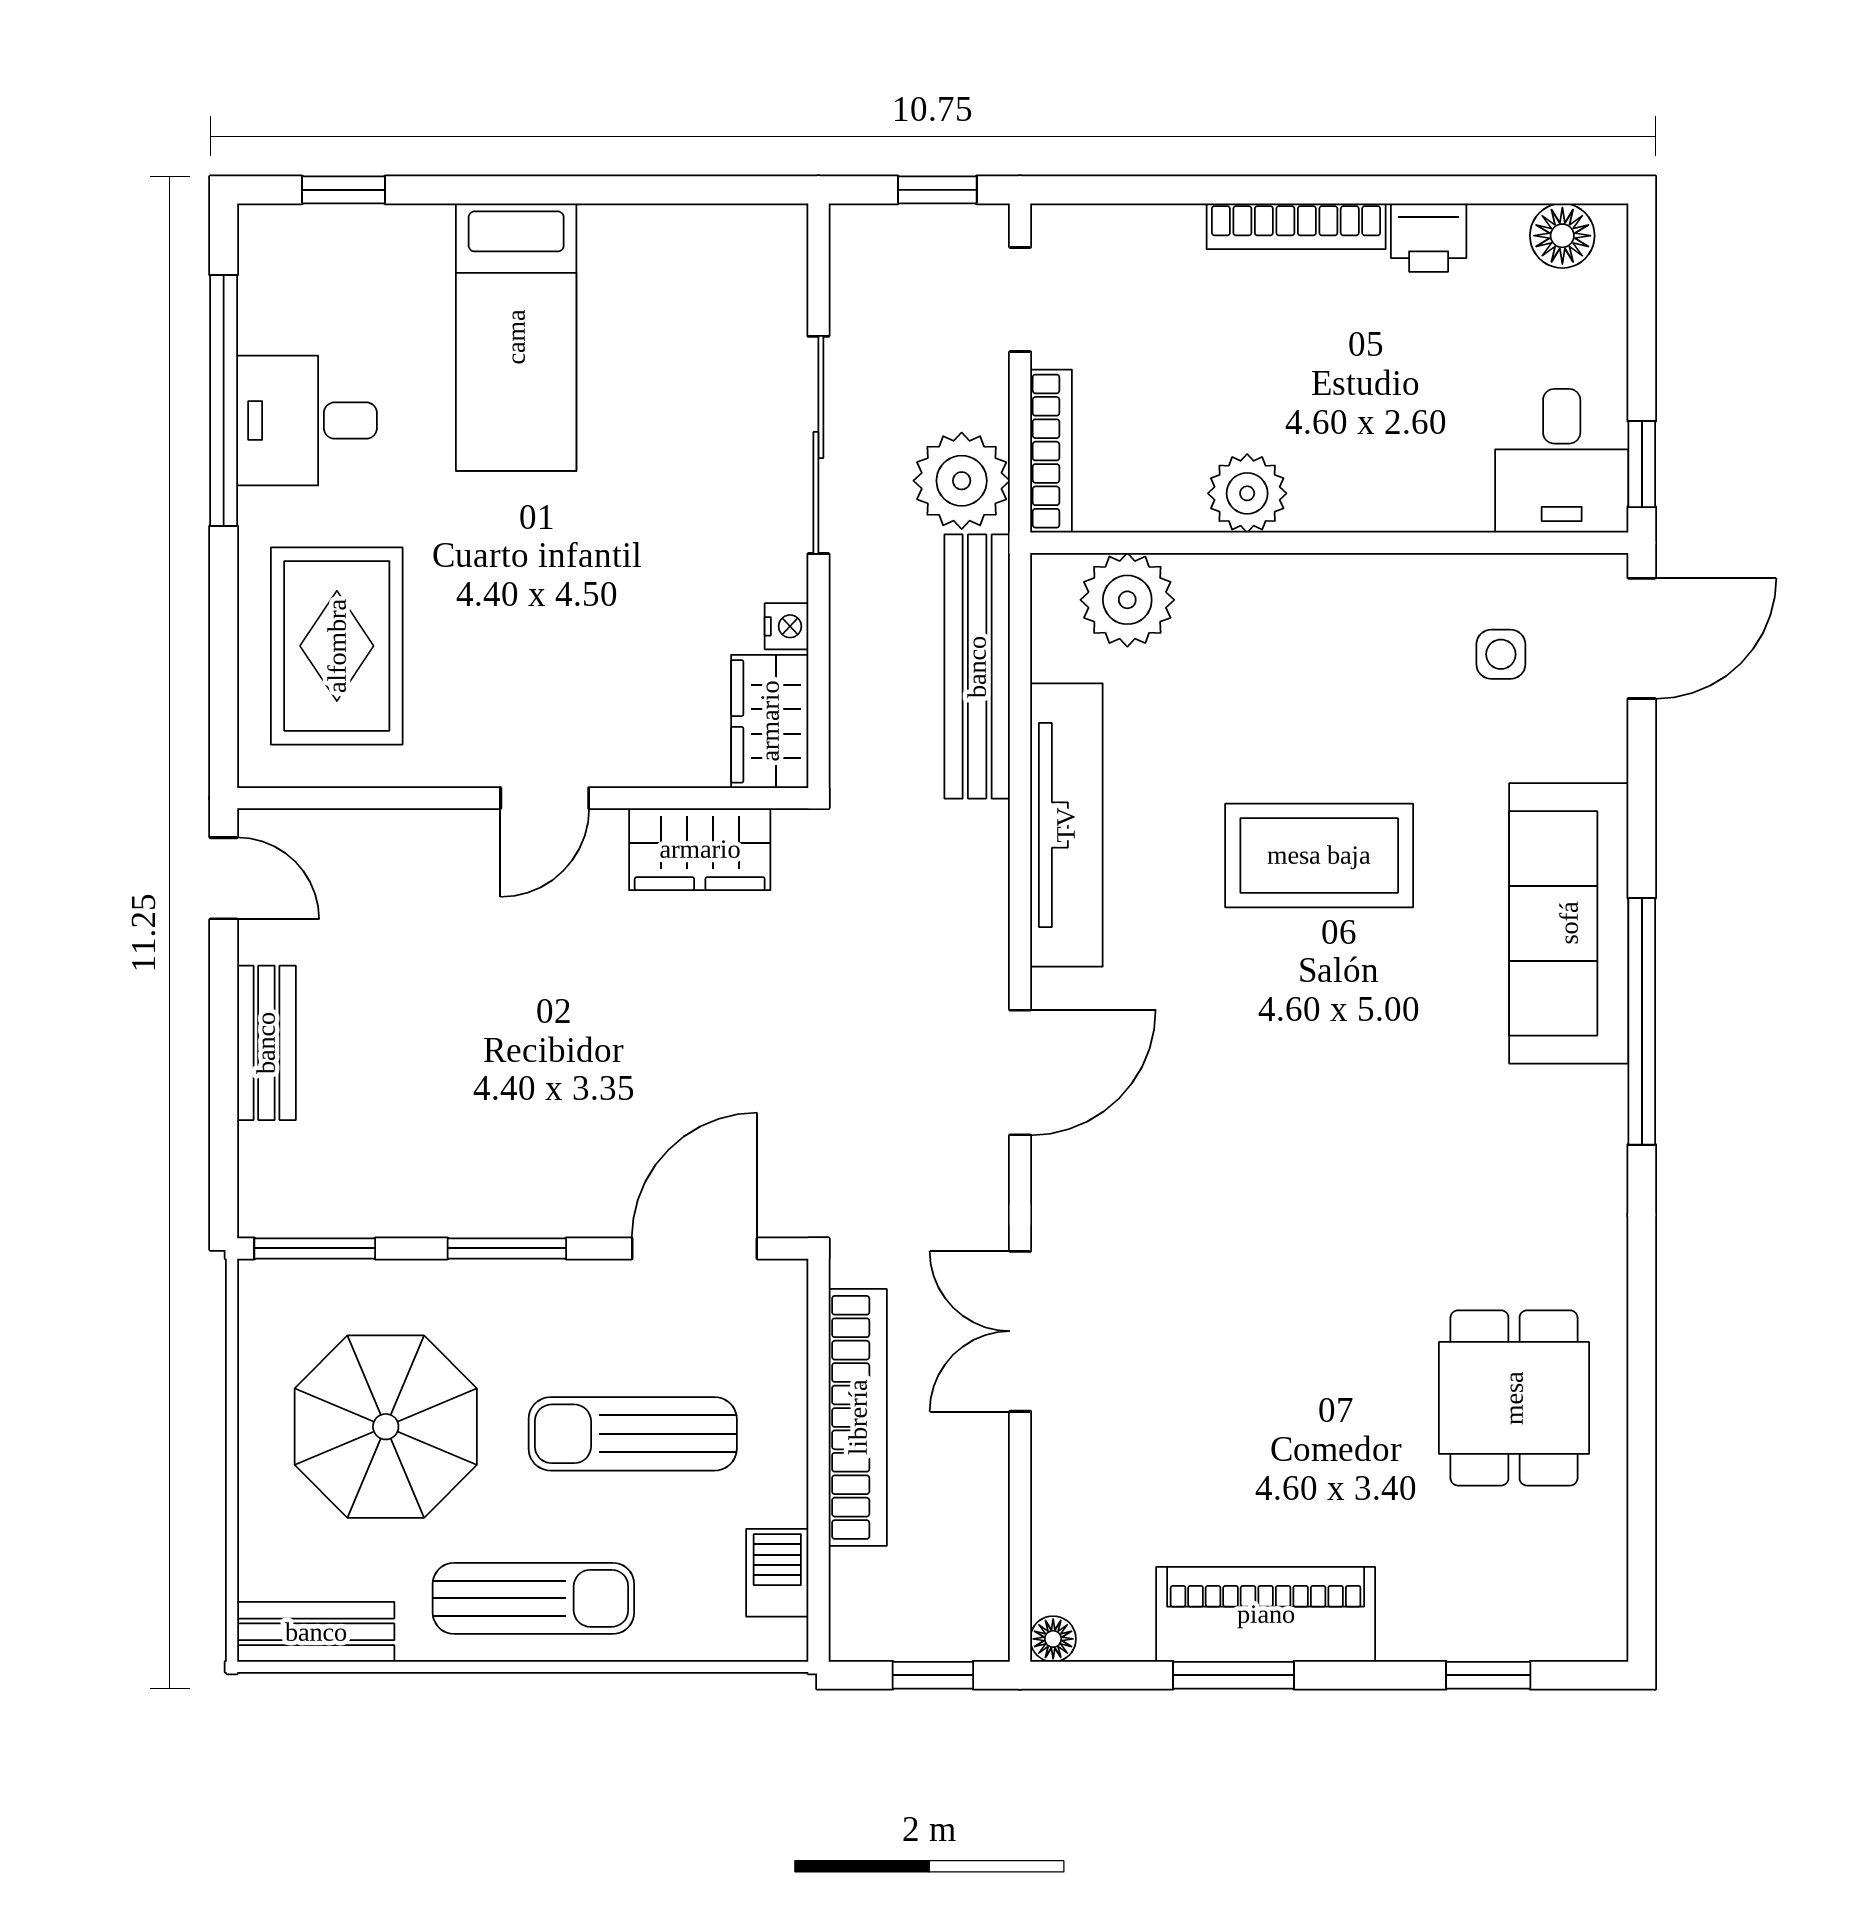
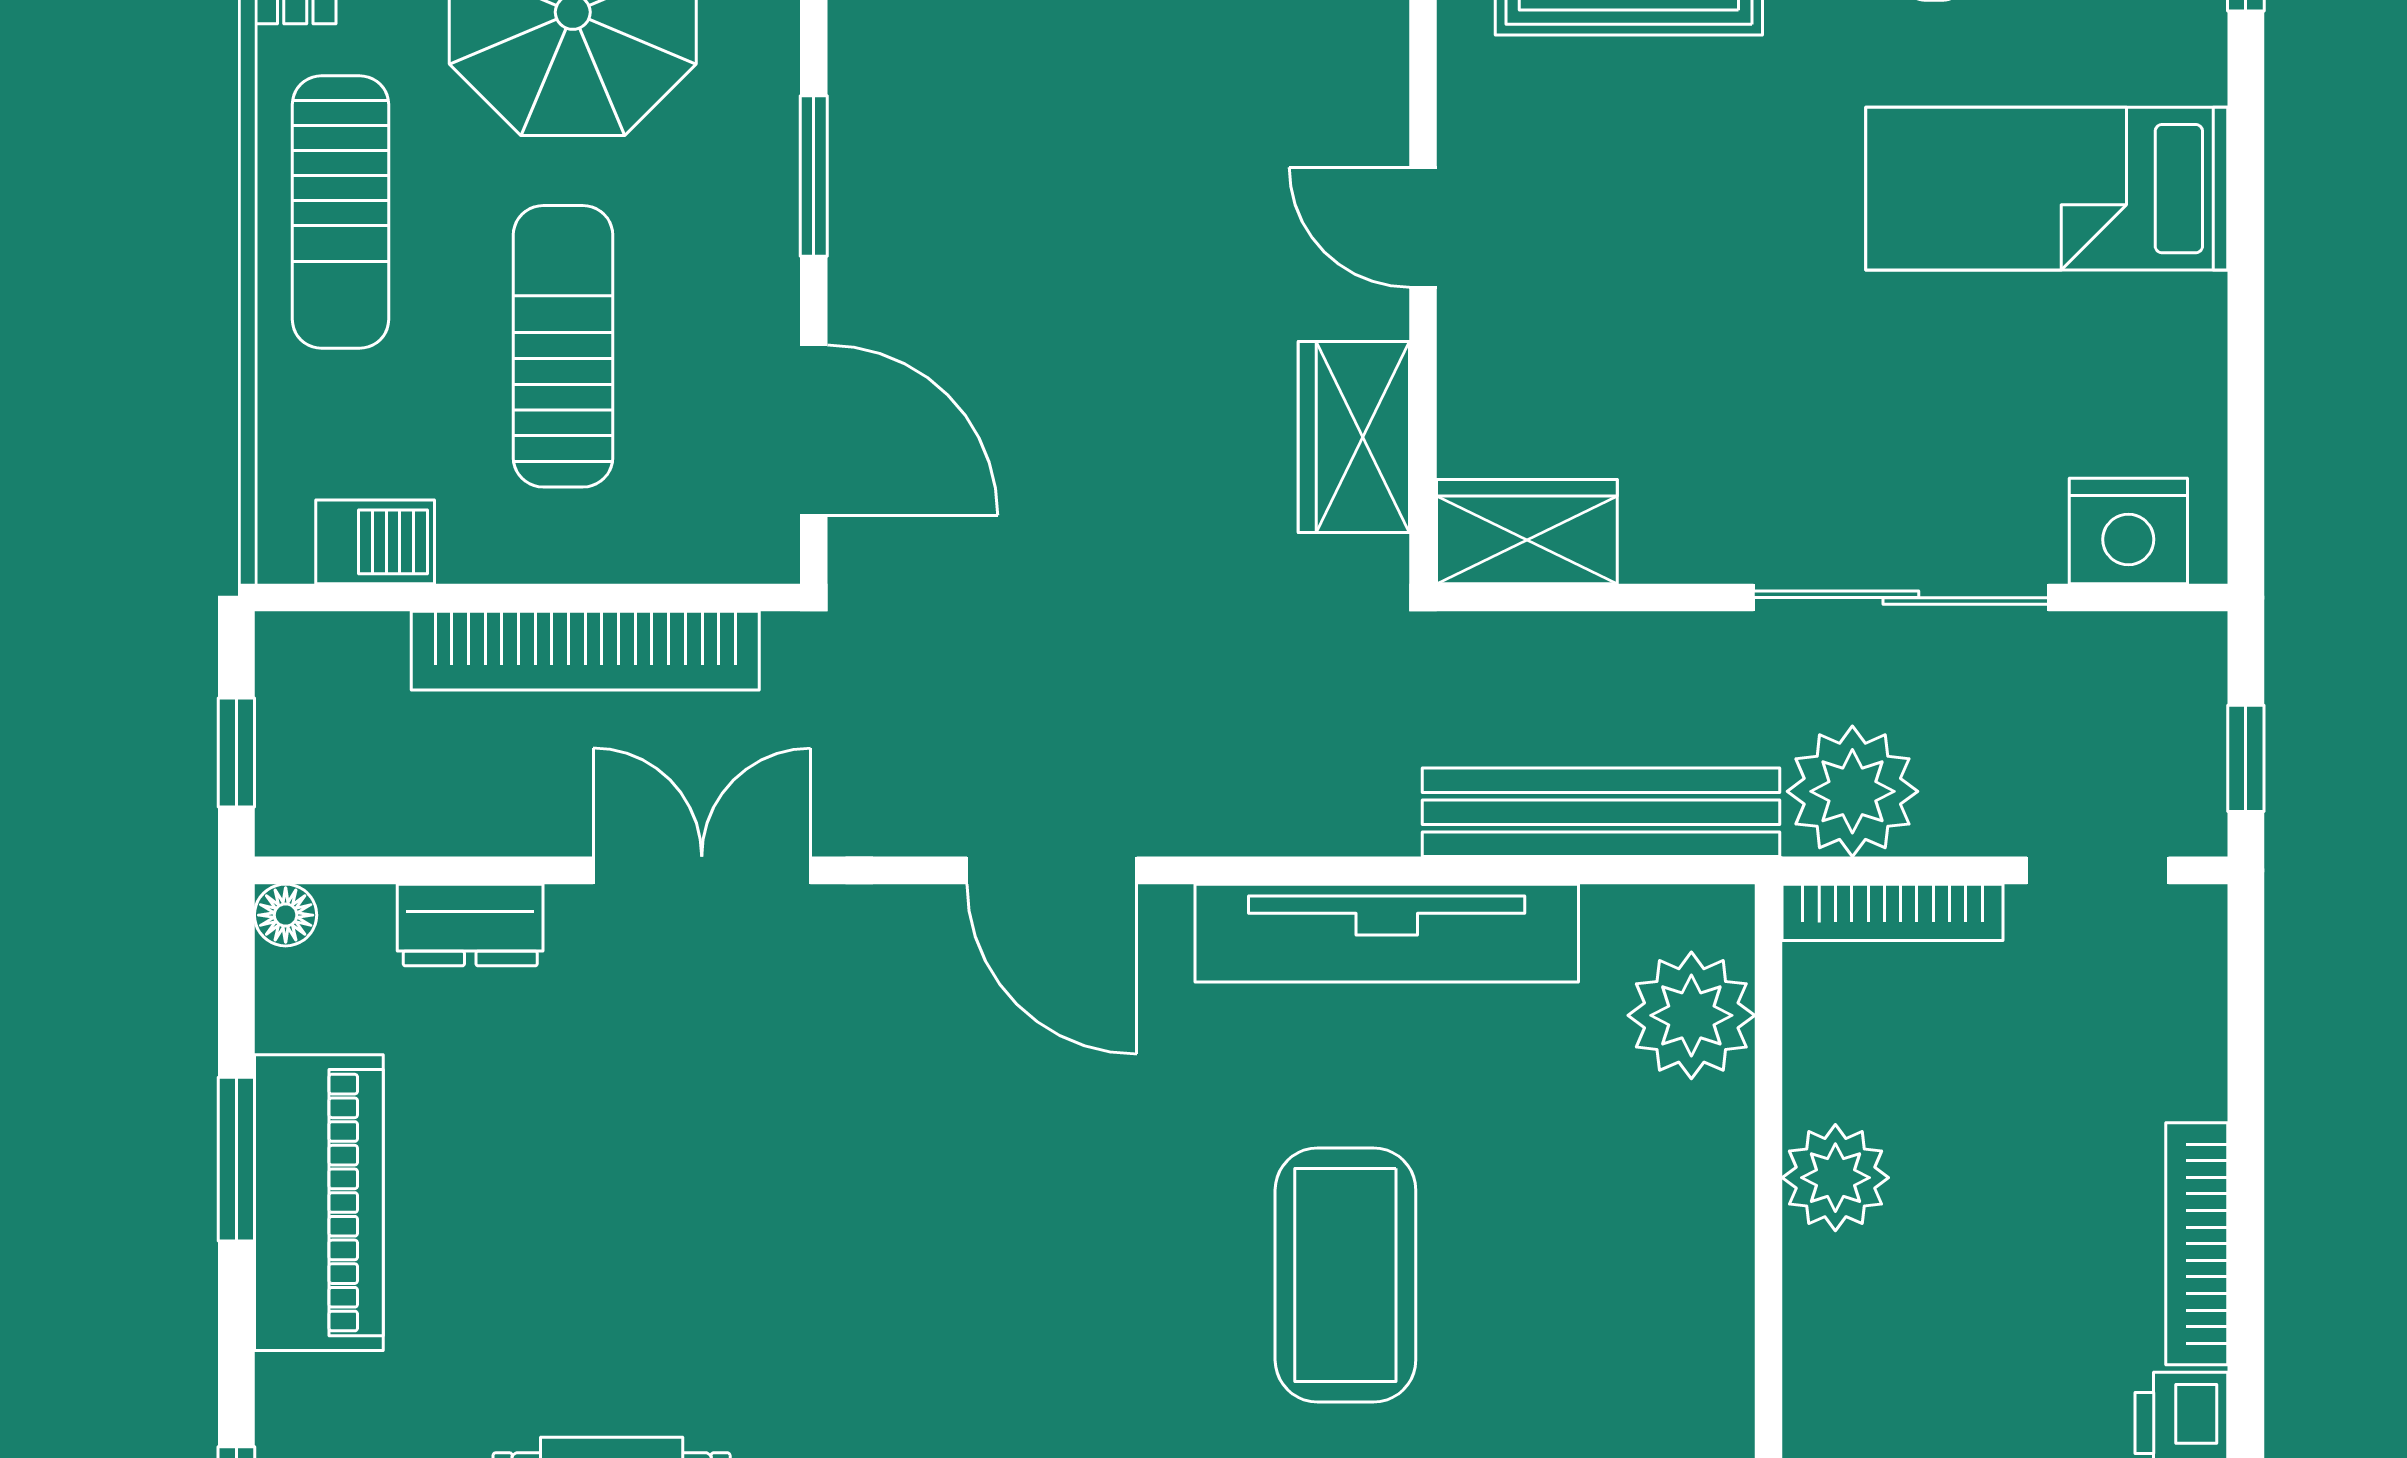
nightstand: (787, 626) -> (2128, 531), moved, width x1.89, depth x1.79
dresser: (1060, 1502) -> (470, 925), added

